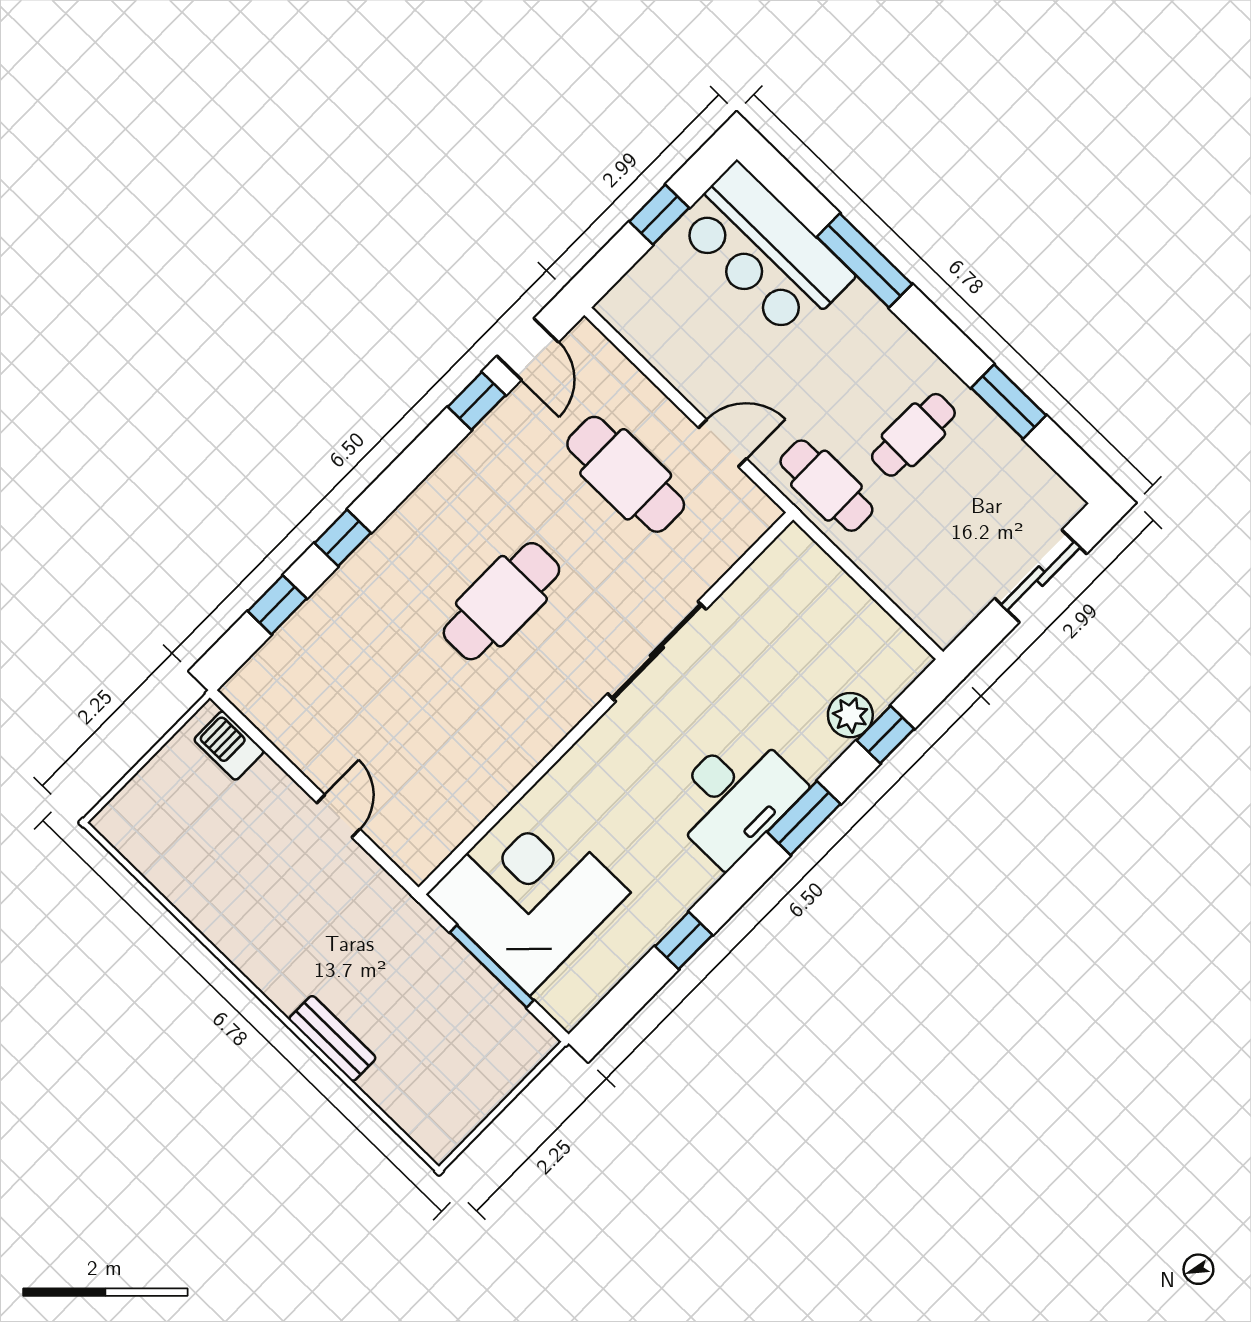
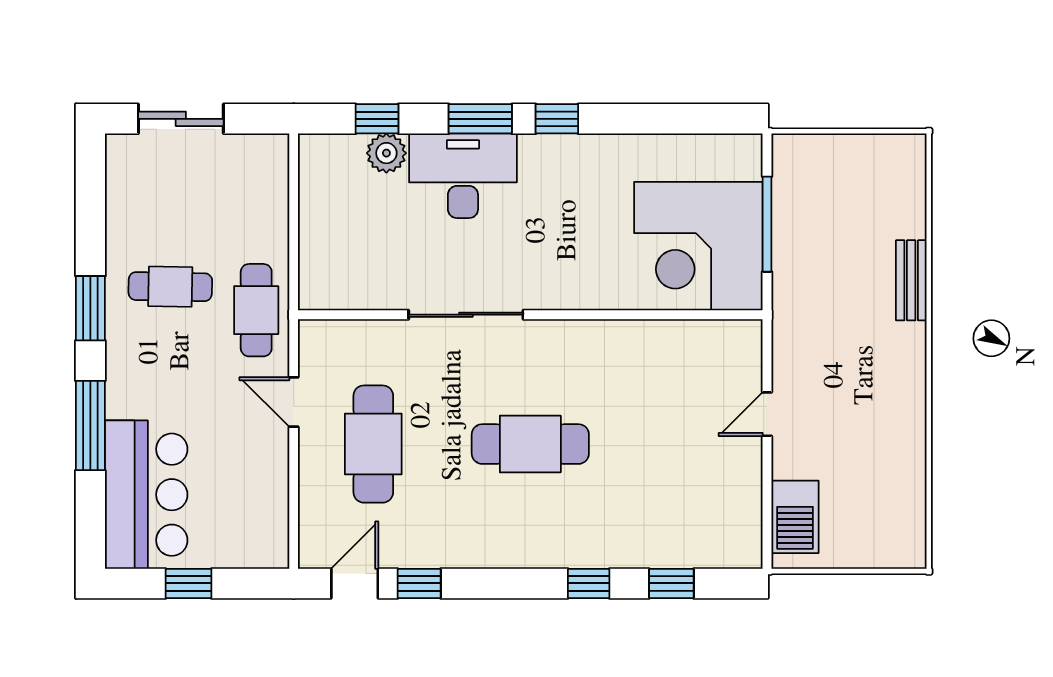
window: (1009, 402) -> (90, 308), moved
barbecue: (229, 746) -> (795, 517), width x1.38, depth x1.27
desk: (734, 797) -> (463, 176), moved
window: (684, 941) -> (557, 119), moved

